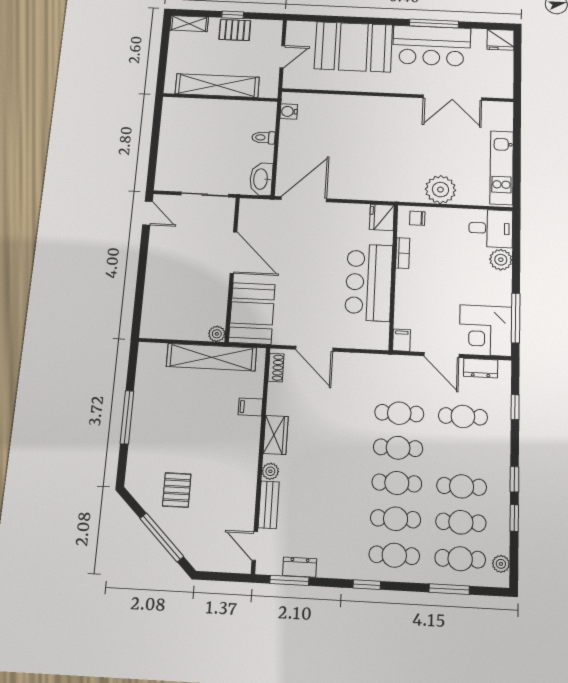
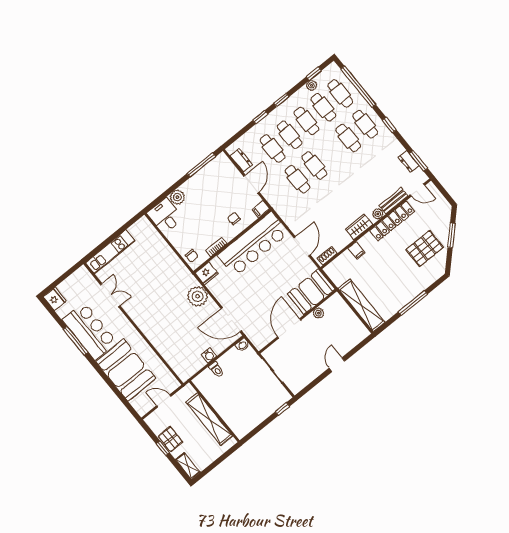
double door: (452, 98) -> (110, 295), width x0.73
water cooler: (289, 111) -> (209, 355), moved
kitchen unit: (502, 168) -> (110, 252), moved
window: (152, 169) -> (282, 409), added
washbasin: (261, 179) -> (242, 345), width x0.52, depth x0.69
plant: (440, 190) -> (198, 296), moved
door: (148, 213) -> (337, 365), moved
bar counter: (369, 282) -> (253, 244), width x1.36
chair: (418, 301) -> (234, 218), added
corner desk: (486, 330) -> (220, 174), removed
plant: (217, 334) -> (318, 313), moved
shelving: (211, 357) -> (361, 305), moved
window: (515, 407) -> (260, 117), moved
locker: (246, 481) -> (392, 221), added
cafe table: (397, 483) -> (289, 135), moved
pallet: (177, 490) -> (425, 248), width x1.50, depth x1.42
window: (514, 518) -> (314, 74), moved
window: (162, 537) -> (451, 235), width x0.69
door: (255, 546) -> (417, 190), hinge flipped
plant: (501, 564) -> (311, 85), moved
window: (449, 589) -> (358, 87), width x2.11

